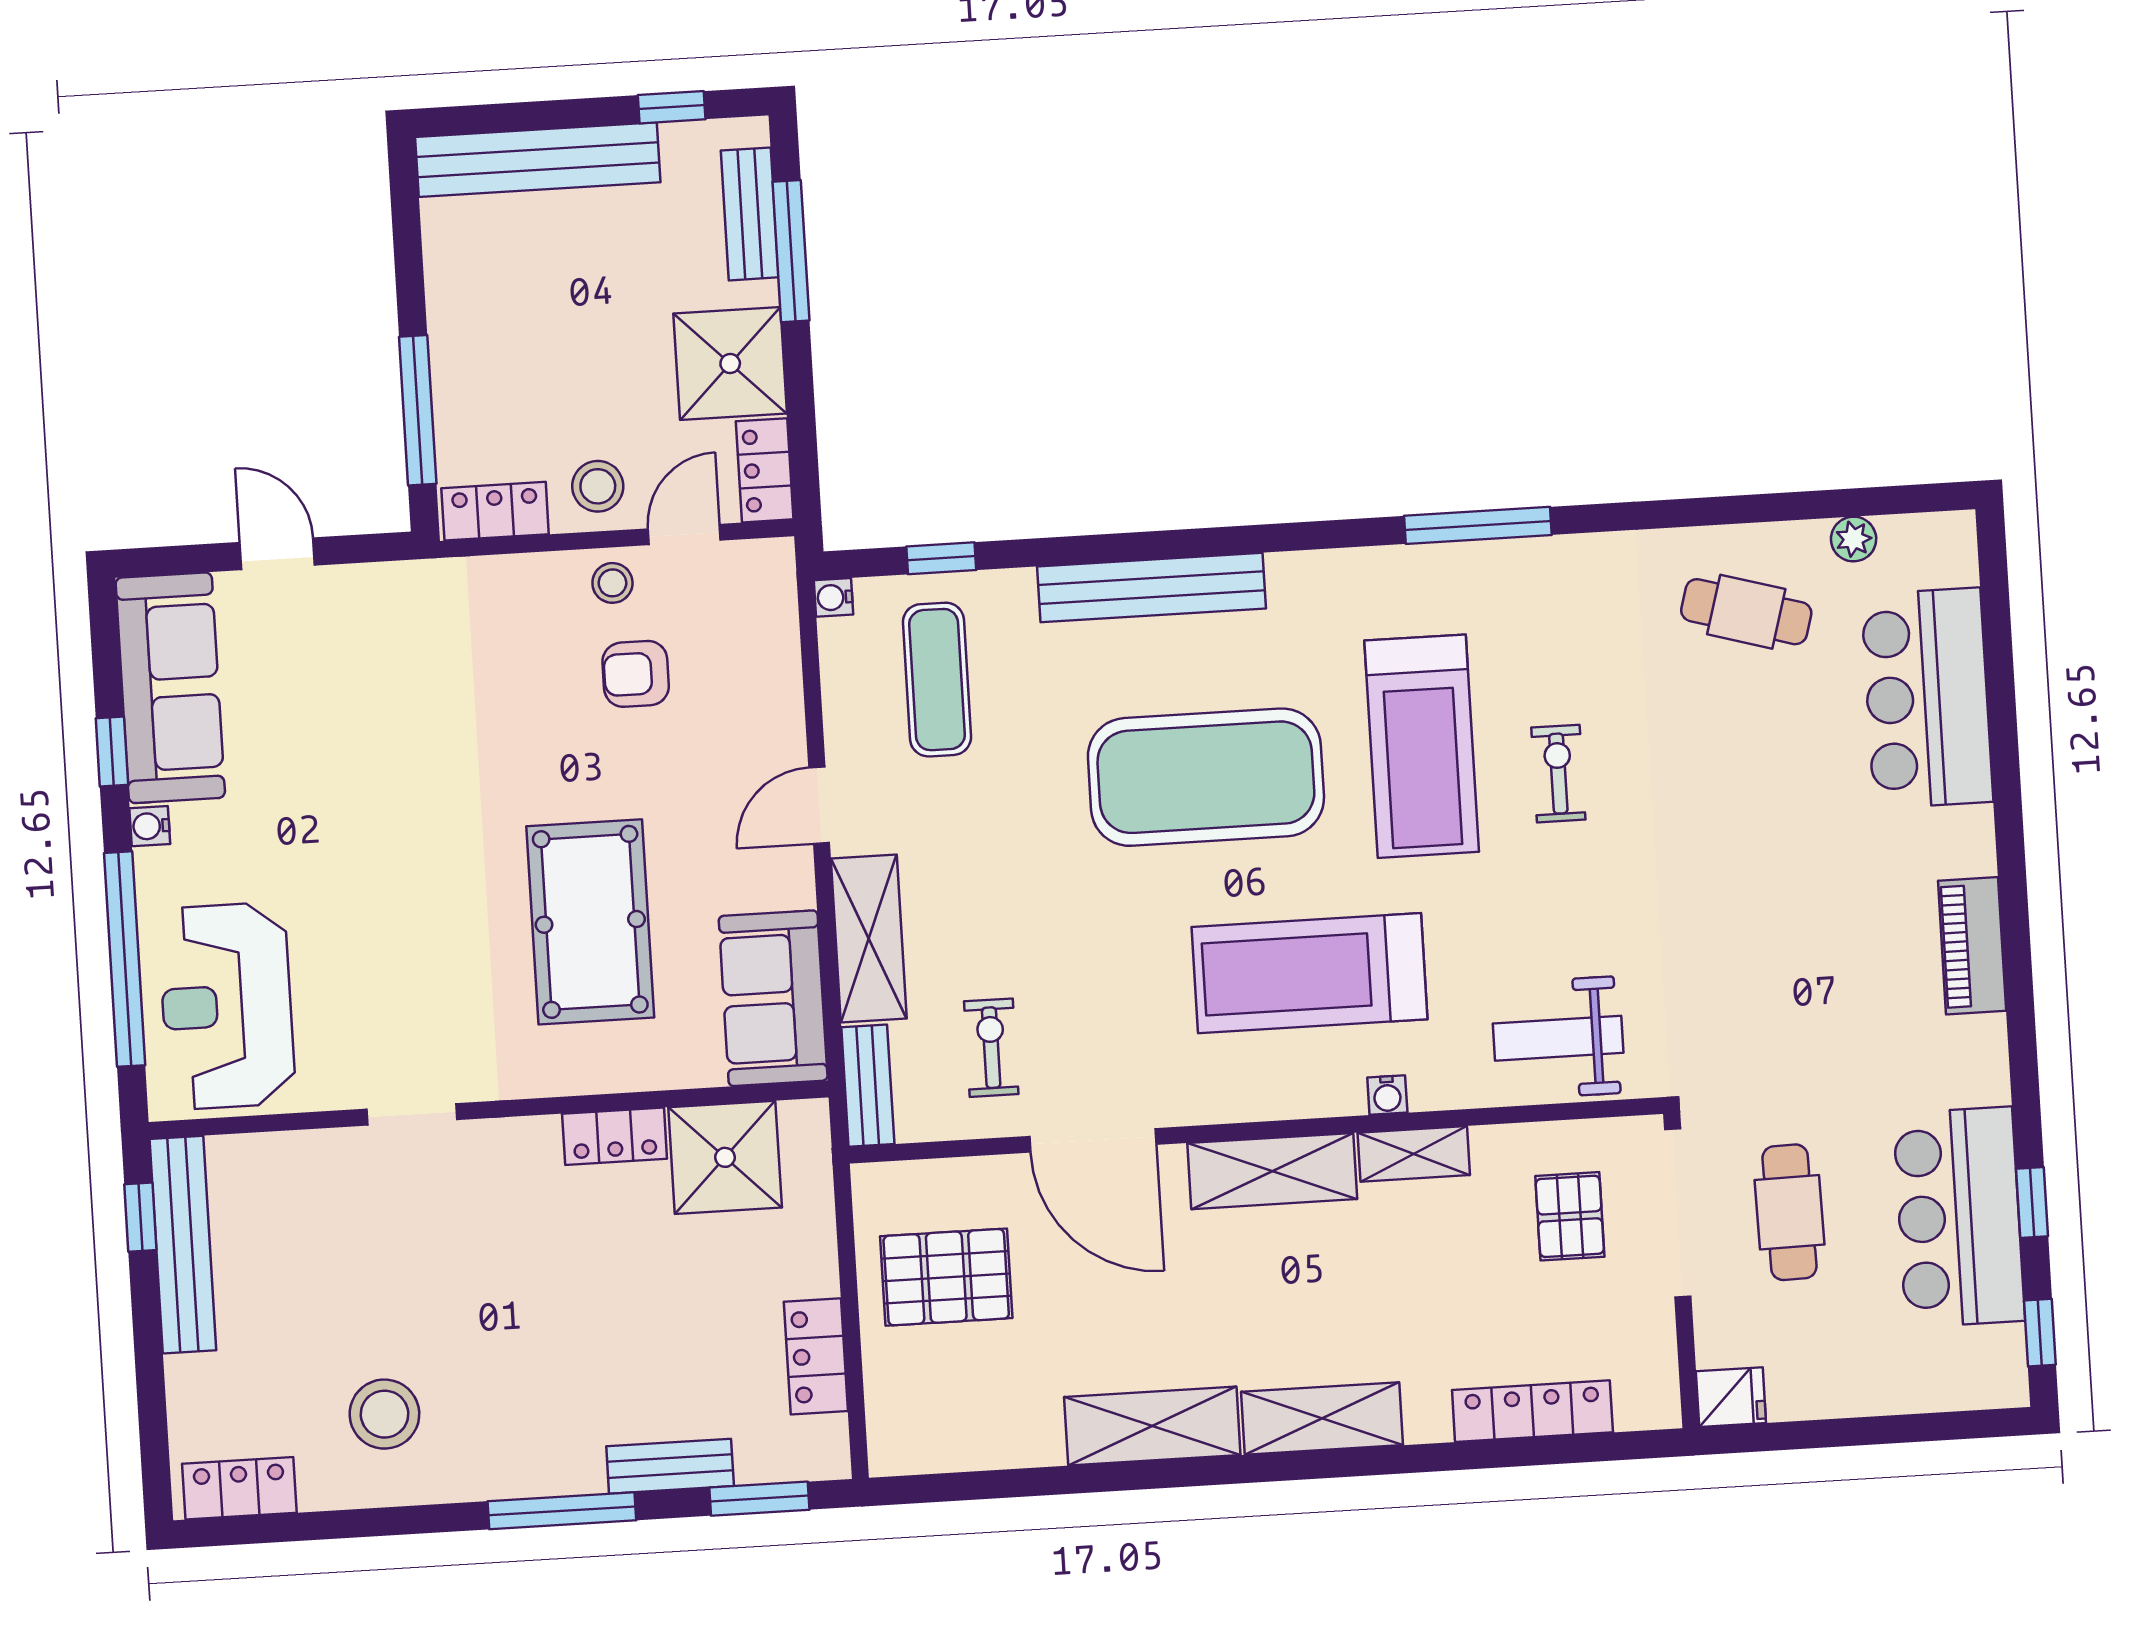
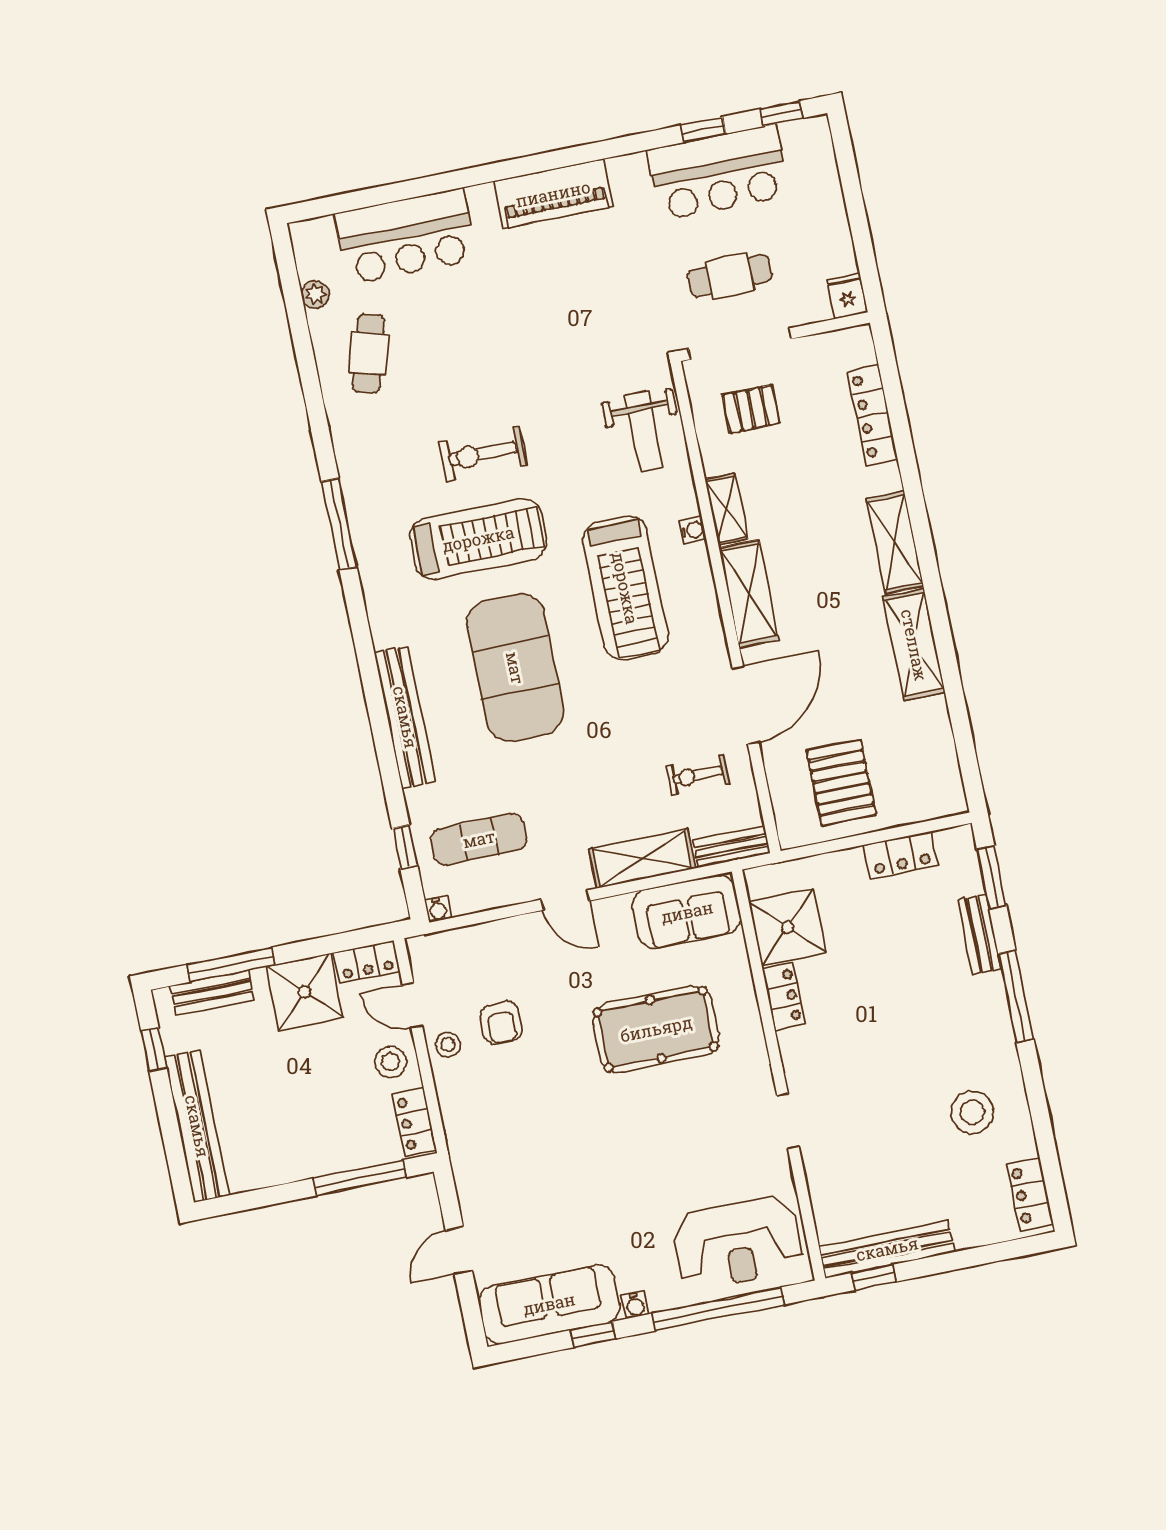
exercise bike: (1558, 774) -> (483, 454), width x1.38, depth x1.39
piano: (1972, 946) -> (553, 194), width x1.37, depth x1.33

